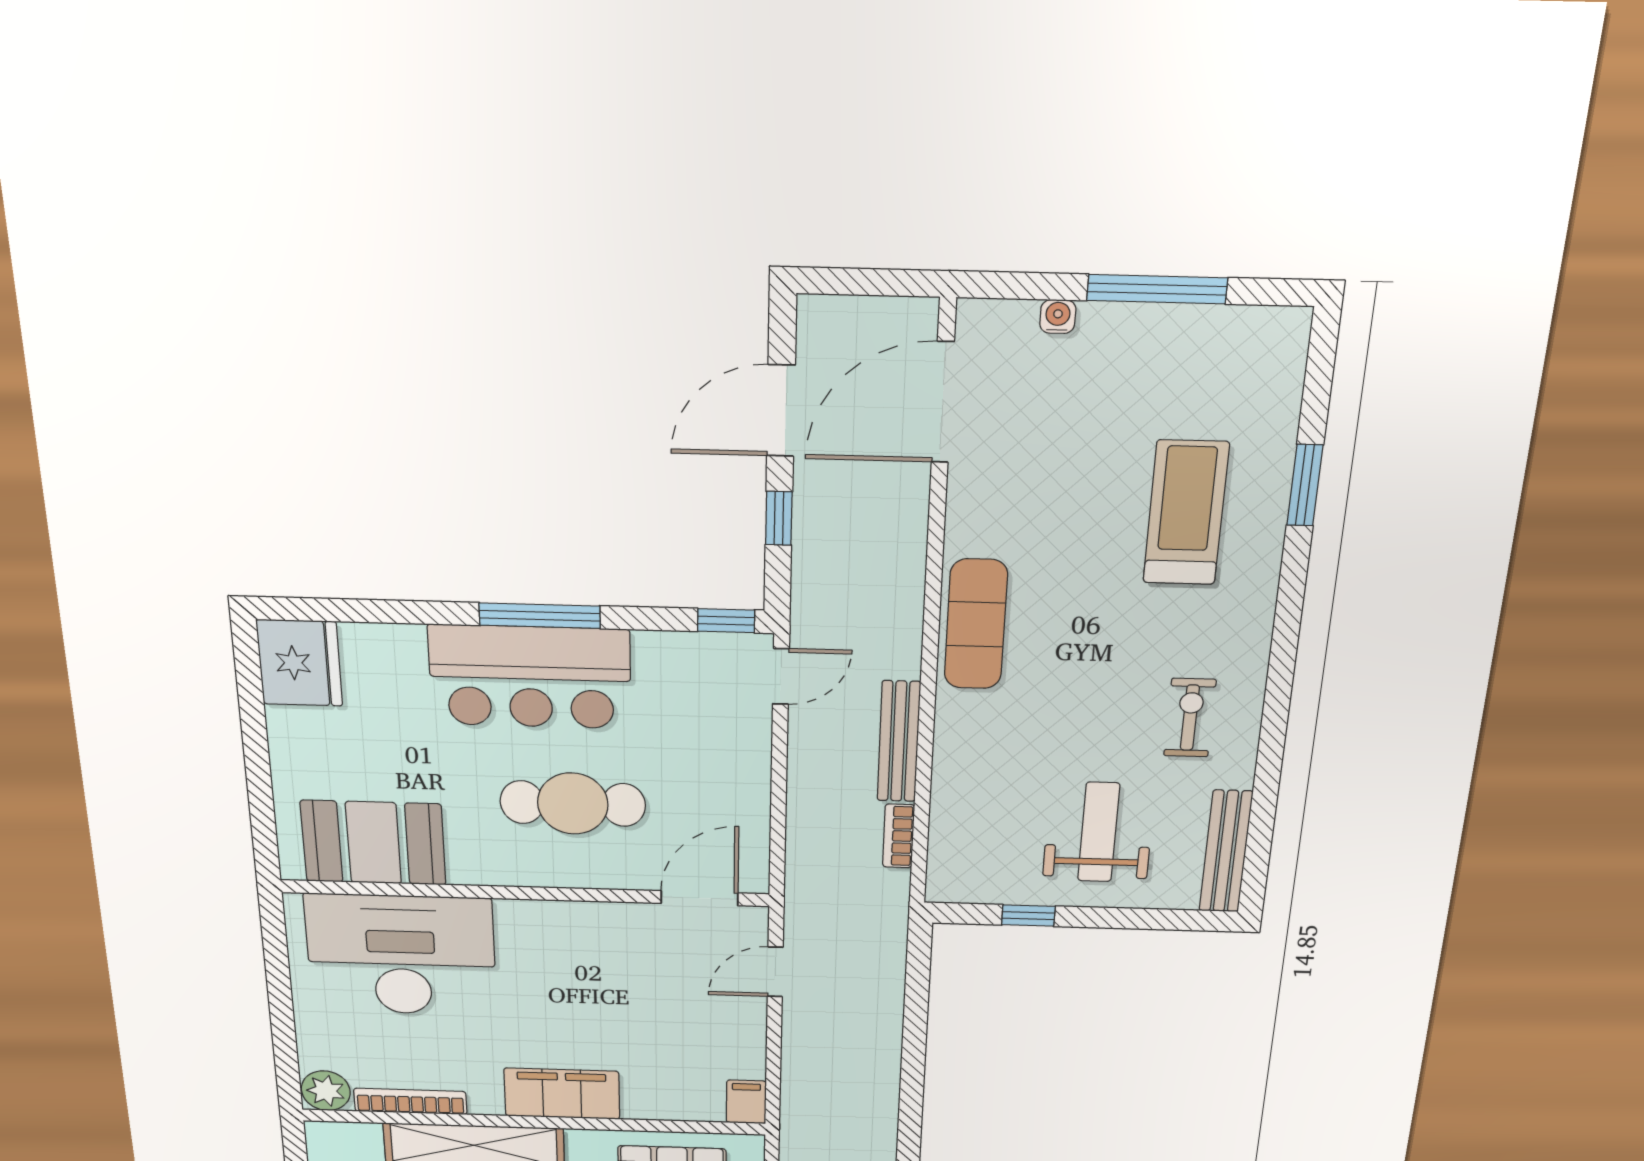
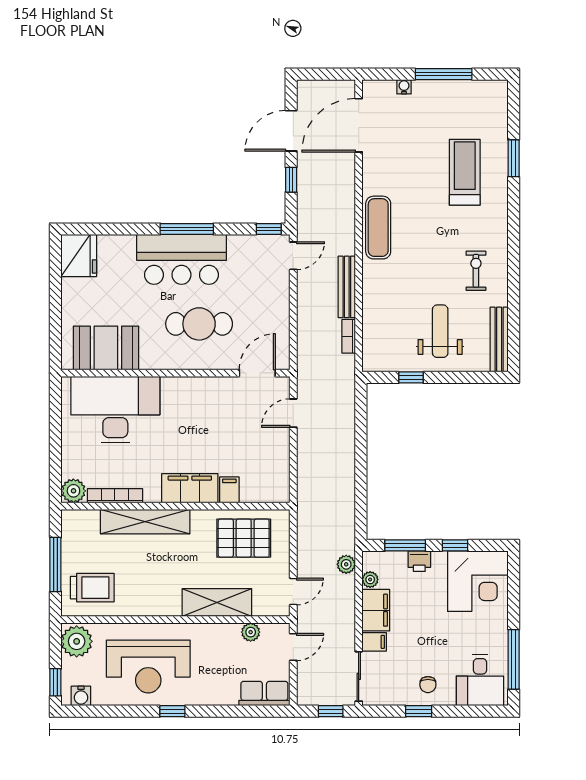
filing cabinet: (746, 1102) -> (229, 490), moved

